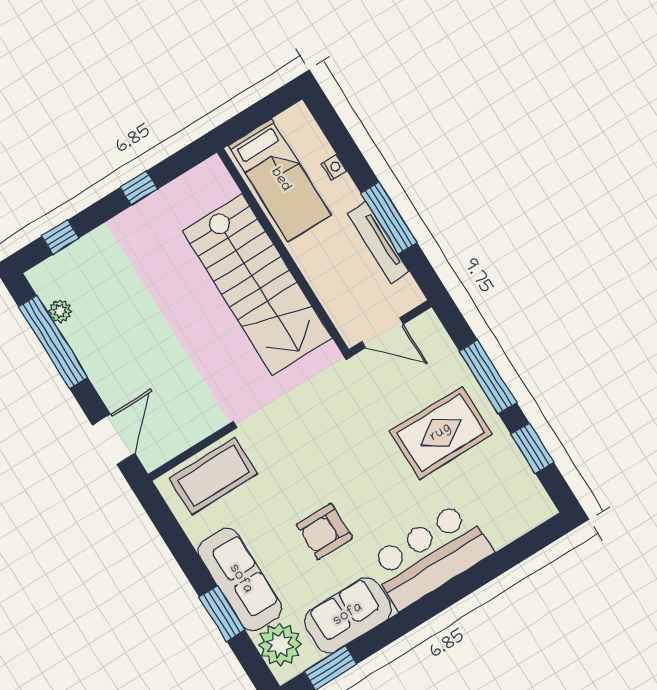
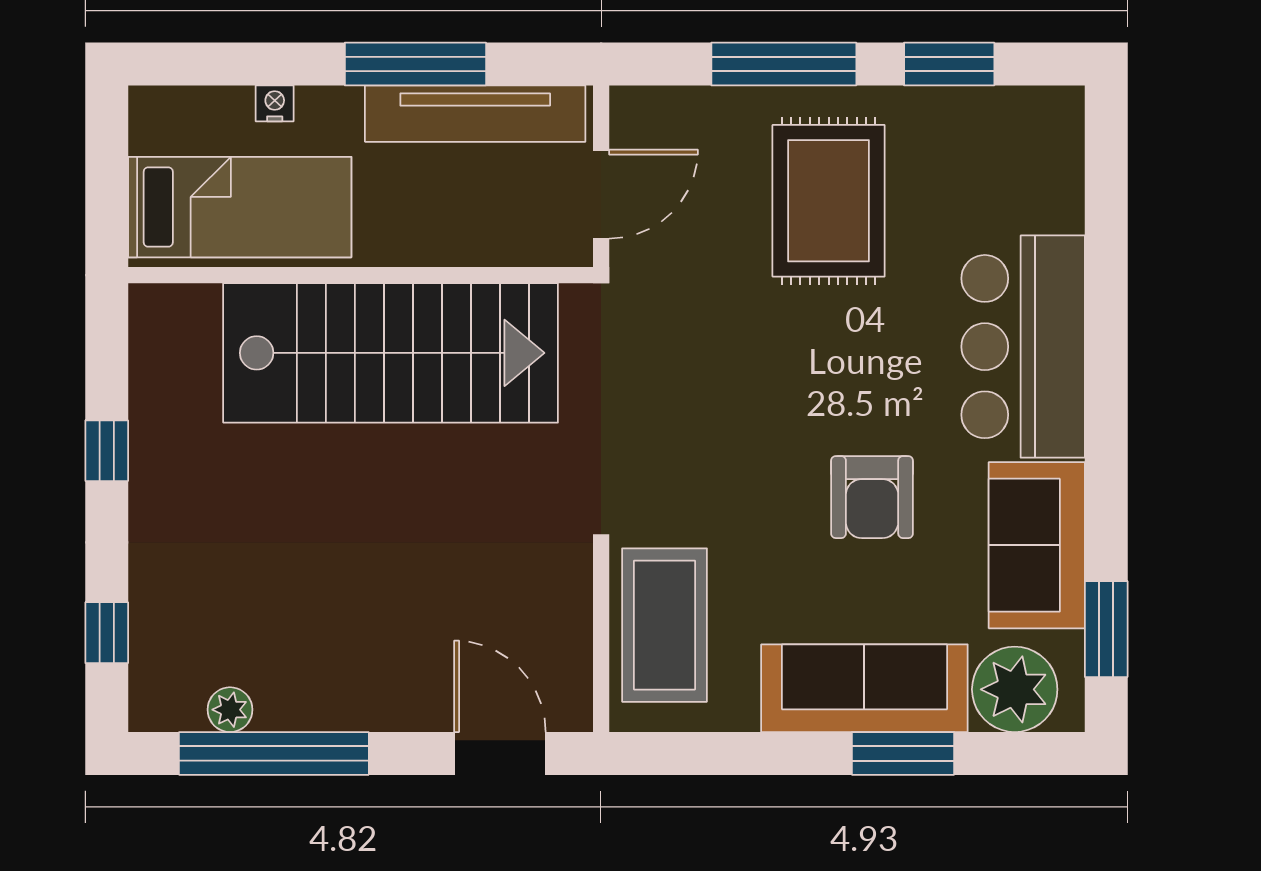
tv unit: (378, 242) -> (475, 114), width x1.36, depth x1.29

